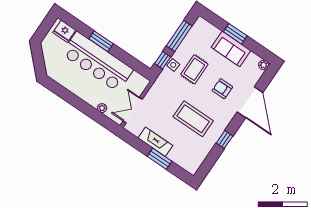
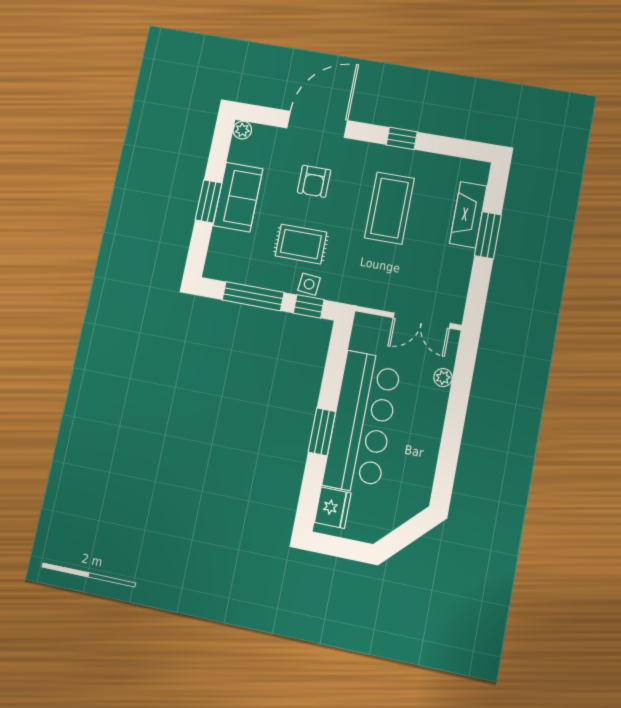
fireplace: (155, 142) -> (468, 215), moved

